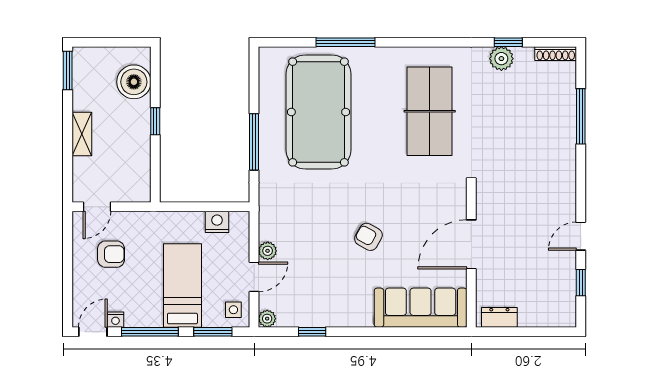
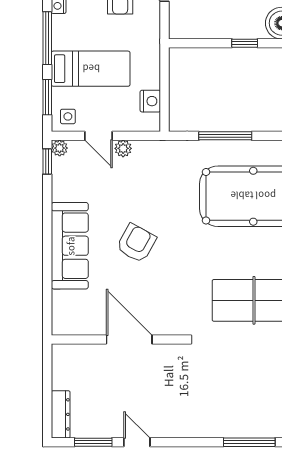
armchair: (368, 237) -> (136, 243), width x1.38, depth x1.38
window: (581, 283) -> (93, 442), width x1.50
sofa: (421, 308) -> (70, 246), moved
dresser: (499, 317) -> (61, 414), moved, width x1.44
window: (312, 332) -> (47, 162), moved

